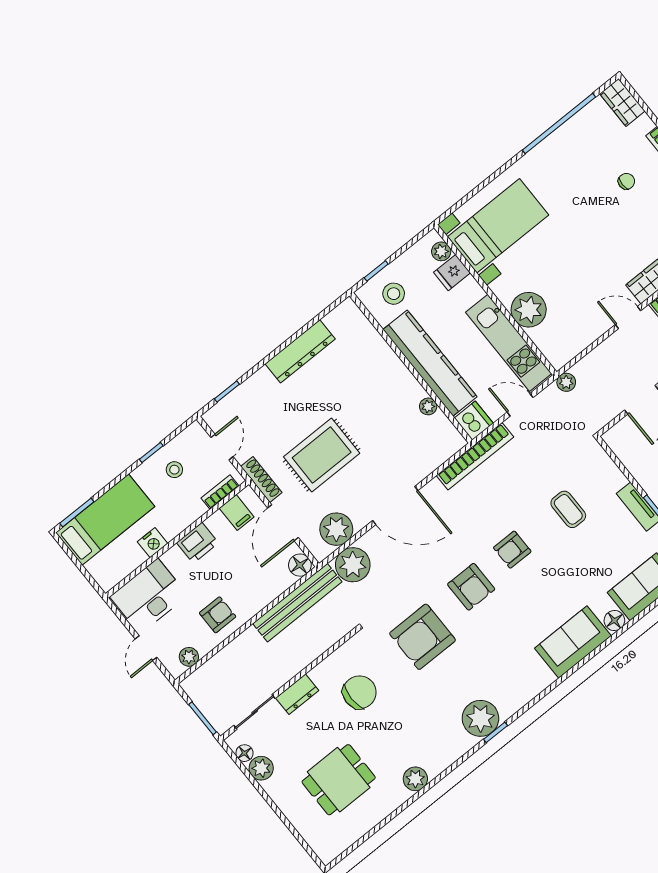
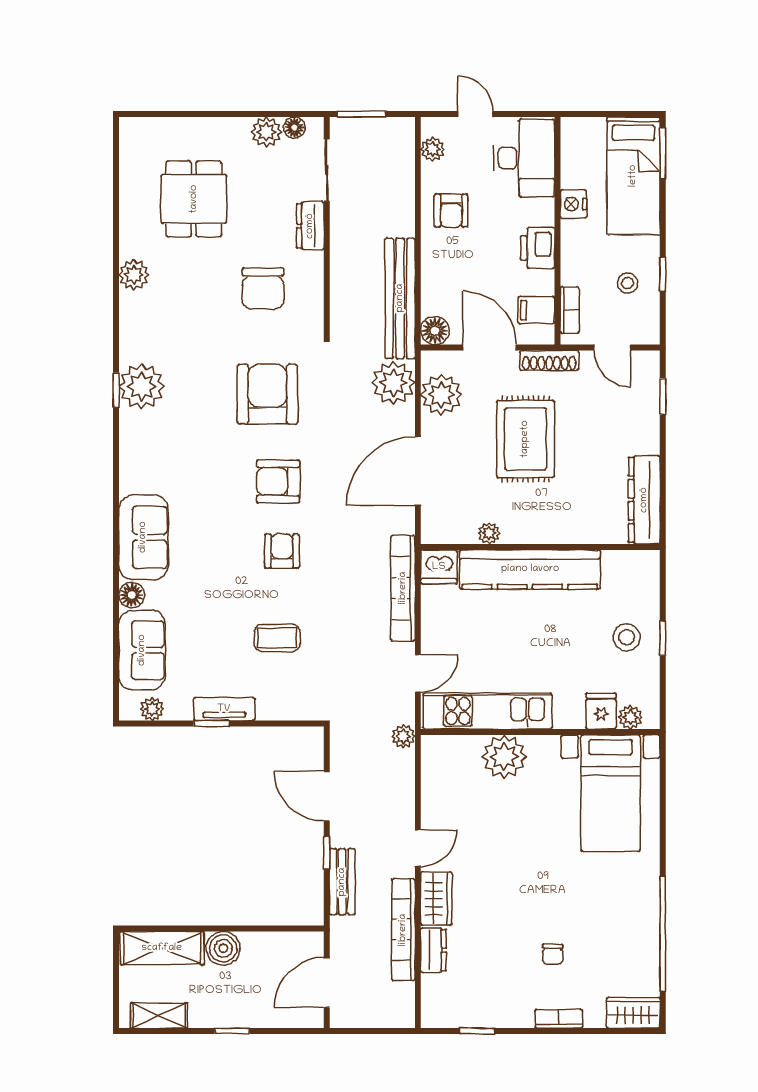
kitchen counter: (430, 363) -> (530, 569), moved
wall: (411, 368) -> (540, 547), moved
plant: (428, 406) -> (489, 533), moved
dishwasher: (474, 421) -> (439, 567), moved

